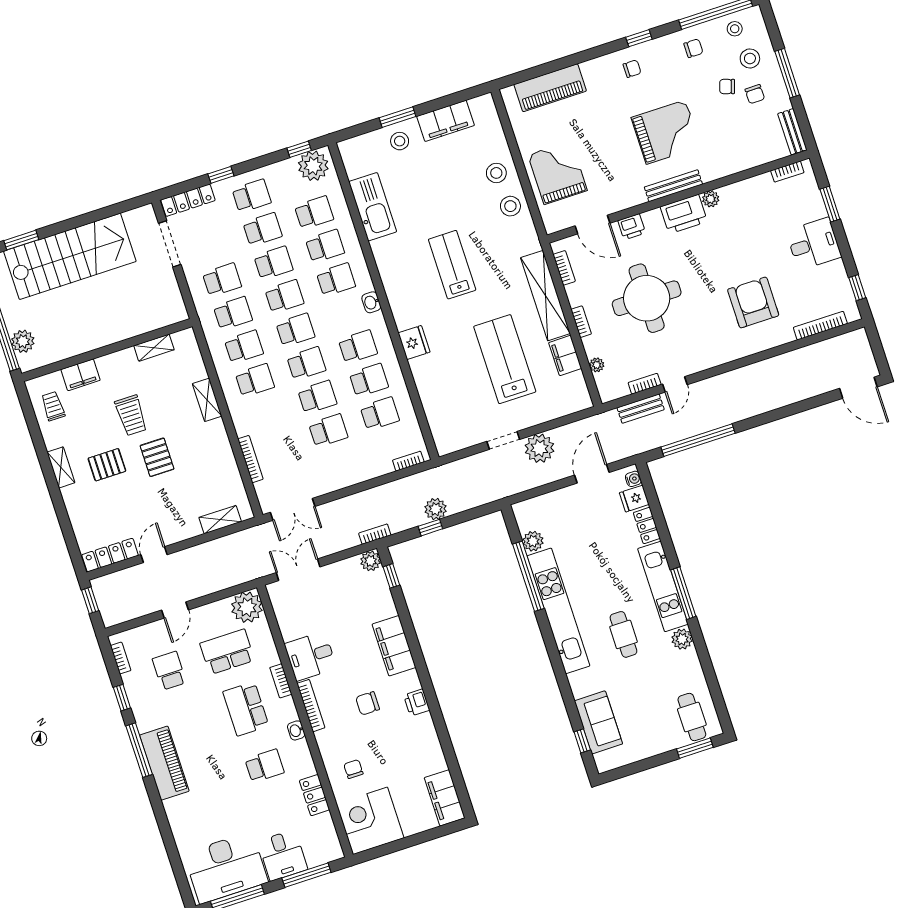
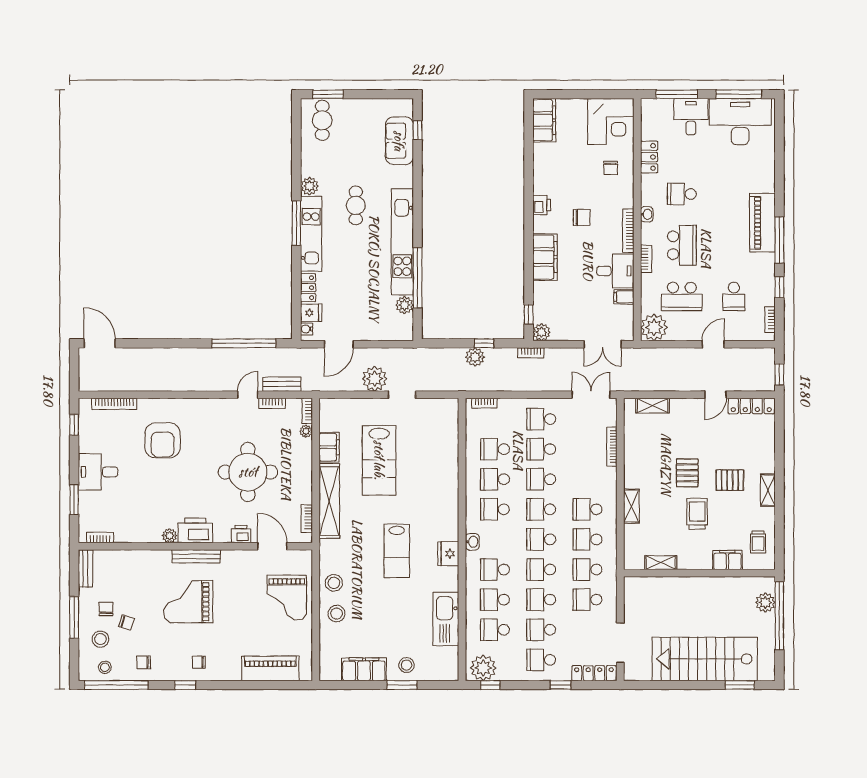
bookcase: (581, 322) -> (307, 411), moved
fridge: (414, 343) -> (448, 554), moved
school desk: (339, 464) -> (541, 419), added
filing cabinet: (292, 630) -> (624, 297), added

